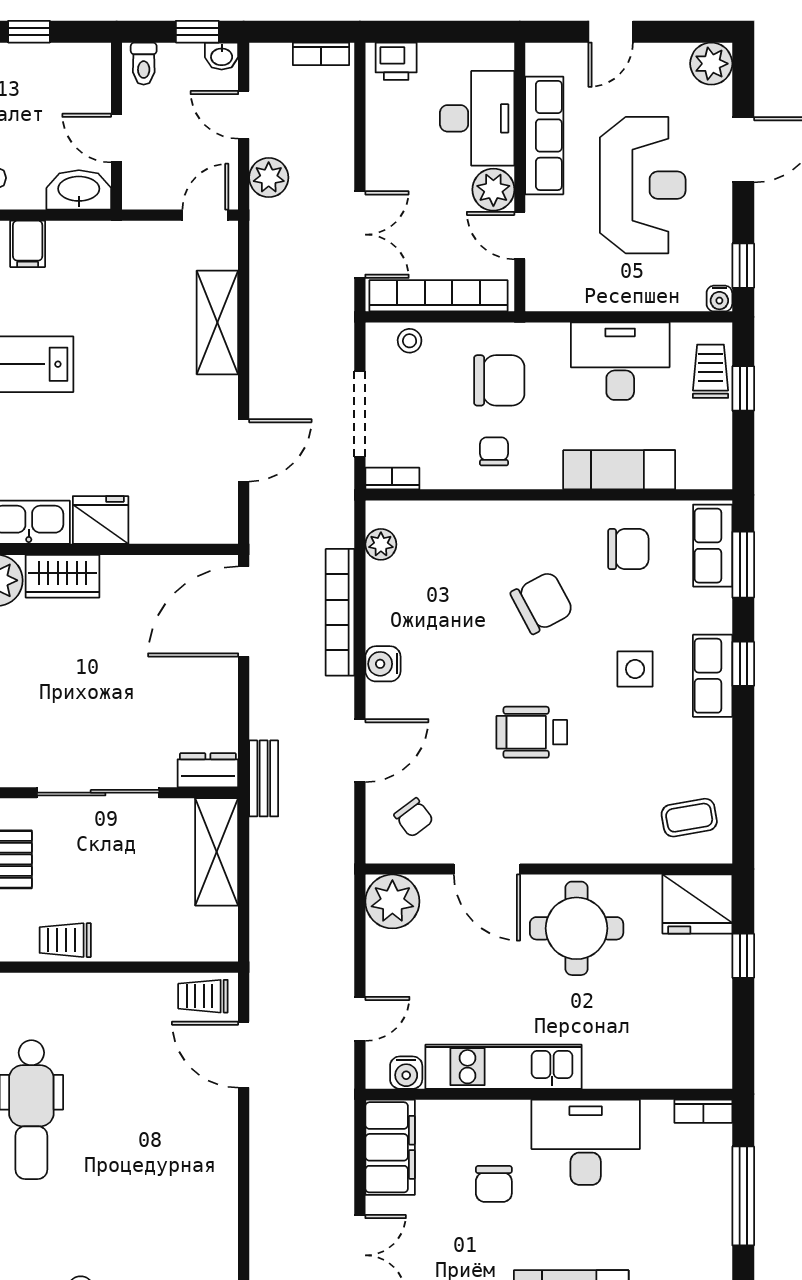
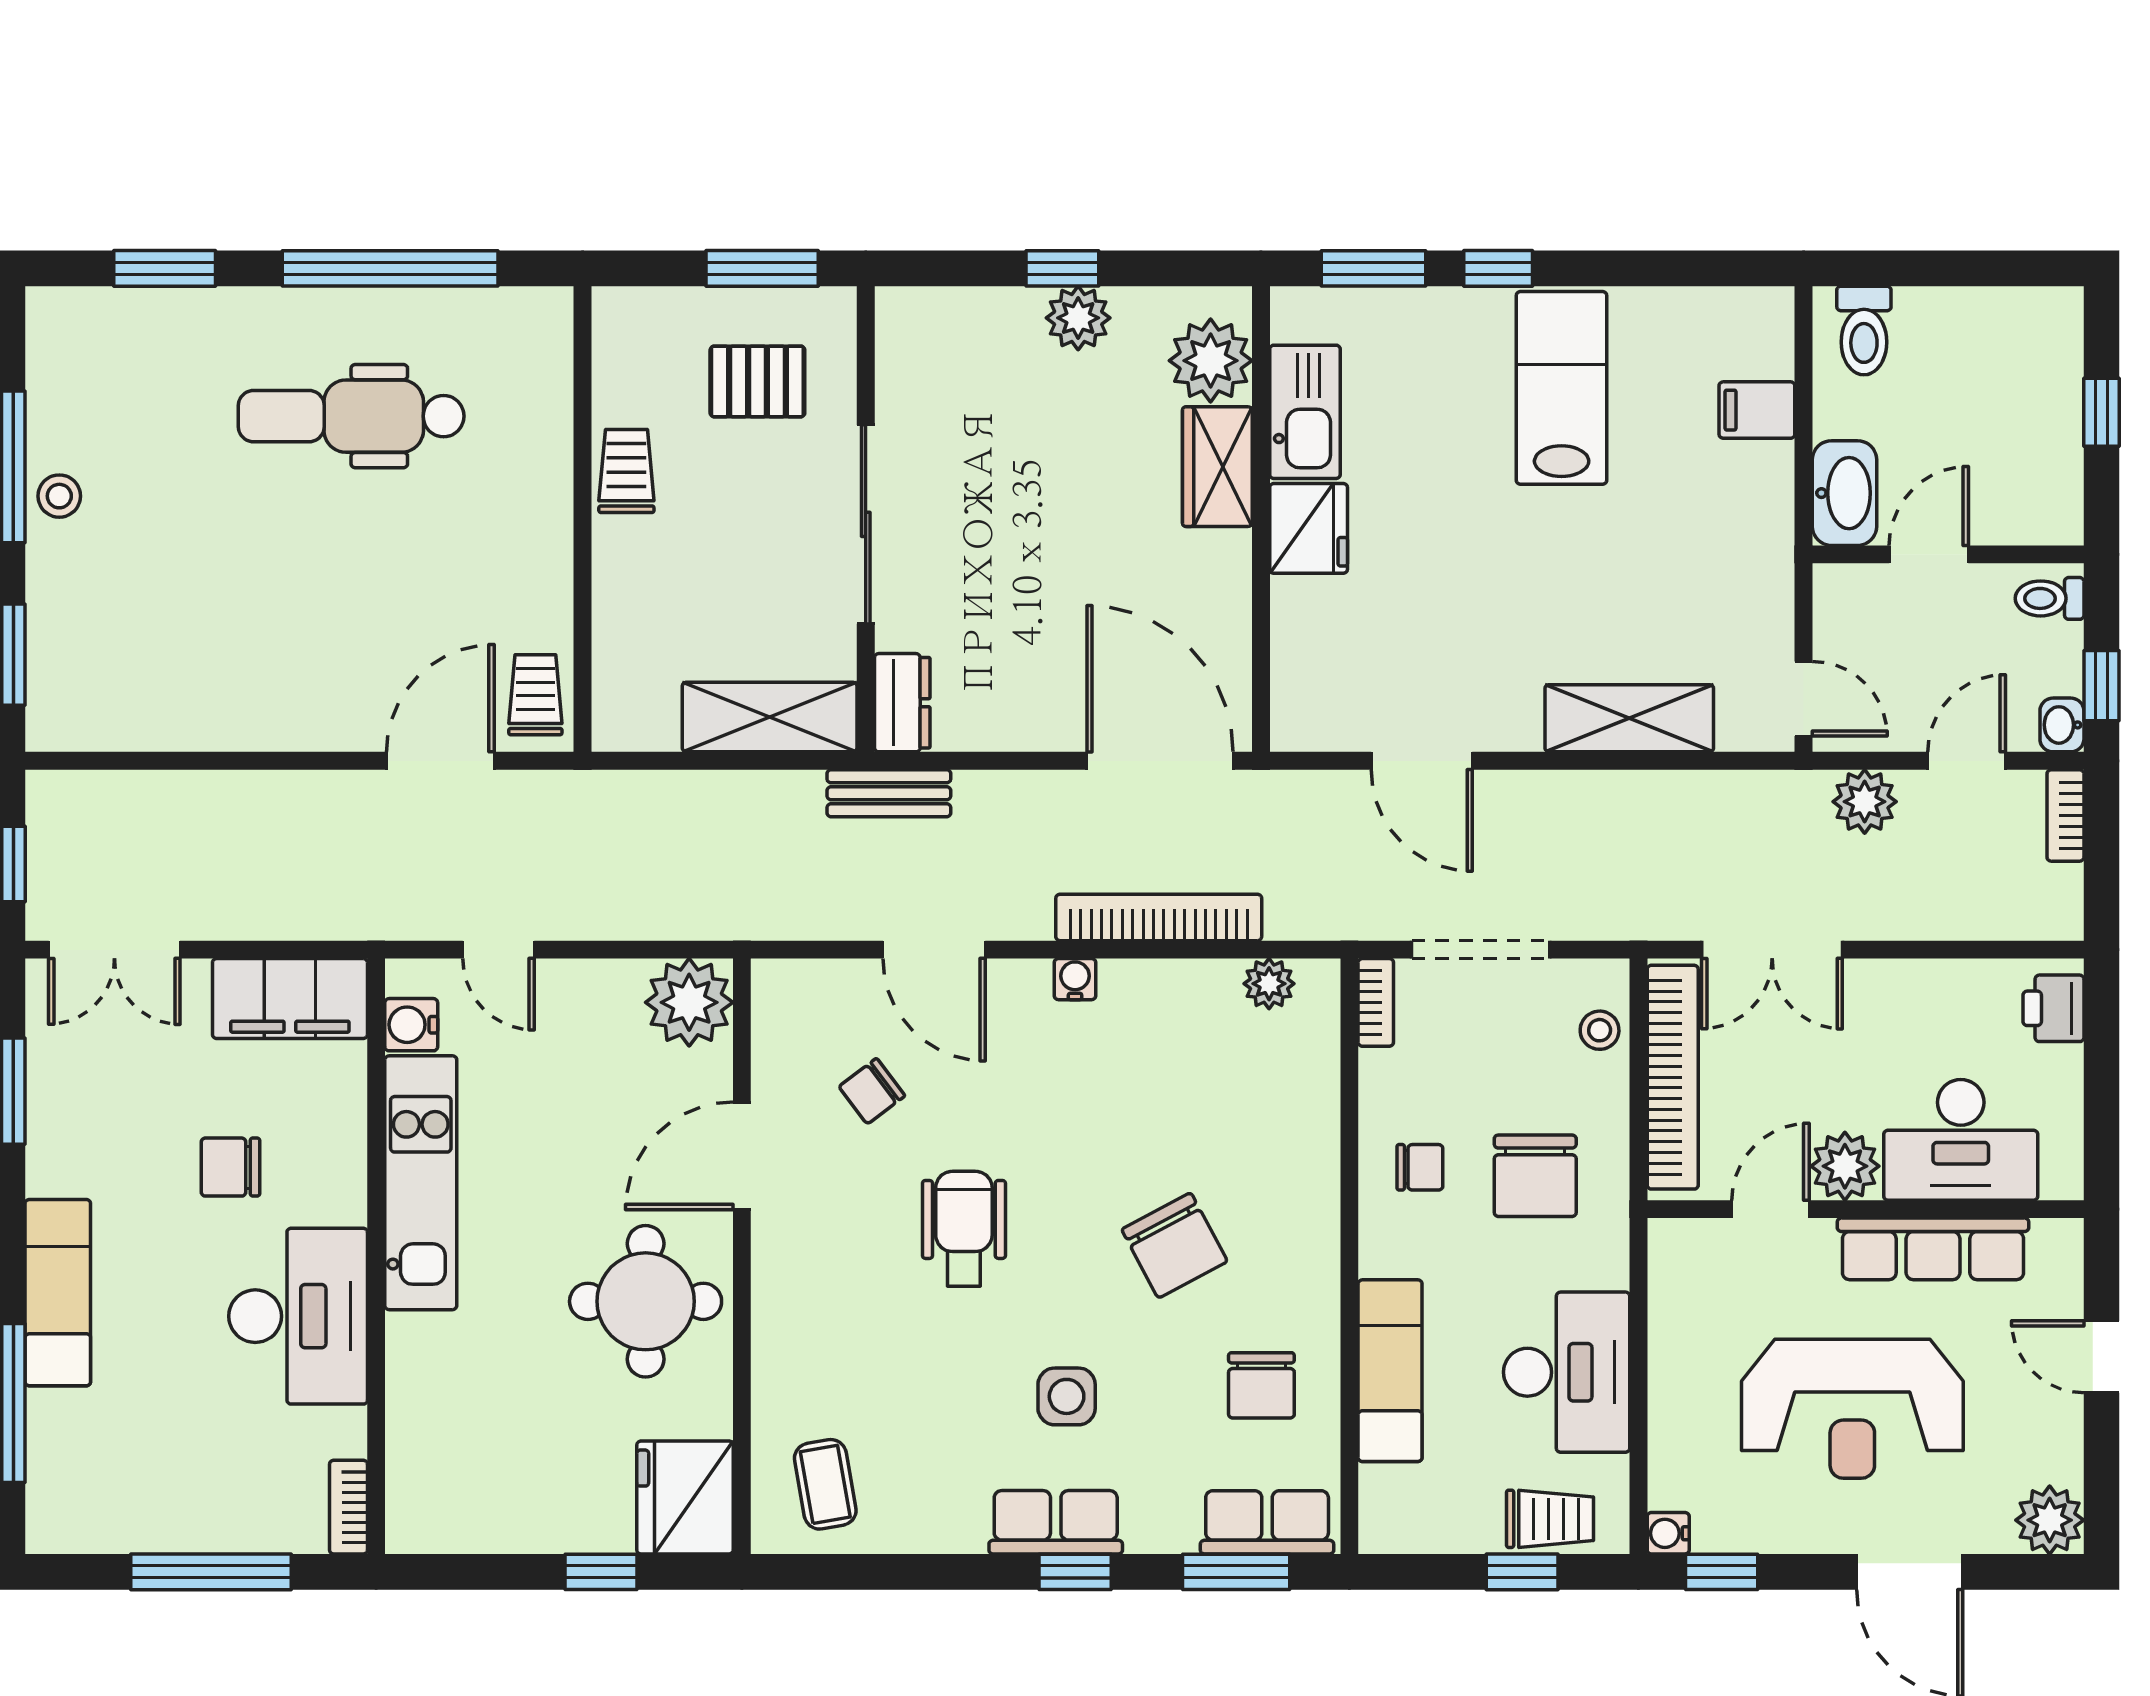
bookcase: (321, 54) -> (2065, 815), moved
water cooler: (383, 664) -> (1075, 979), width x0.72, depth x0.72
chair: (414, 818) -> (872, 1091), moved

